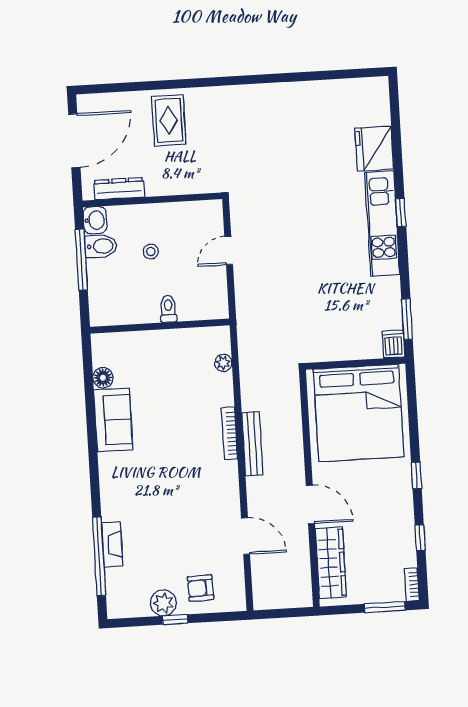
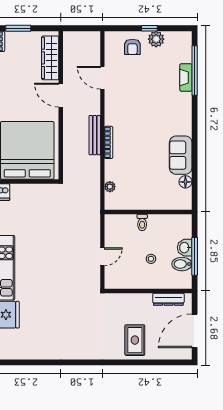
washbasin: (95, 220) -> (185, 248), moved
armchair: (201, 588) -> (132, 47), turned 92

